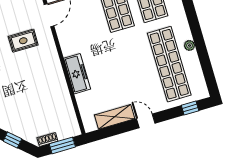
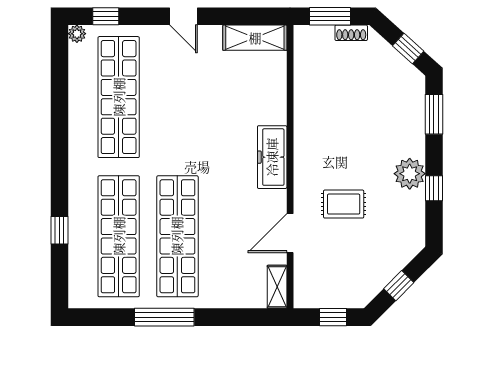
plant: (190, 45) -> (77, 34), moved
freezer: (77, 74) -> (272, 157), moved
shelving: (115, 117) -> (255, 38), moved

